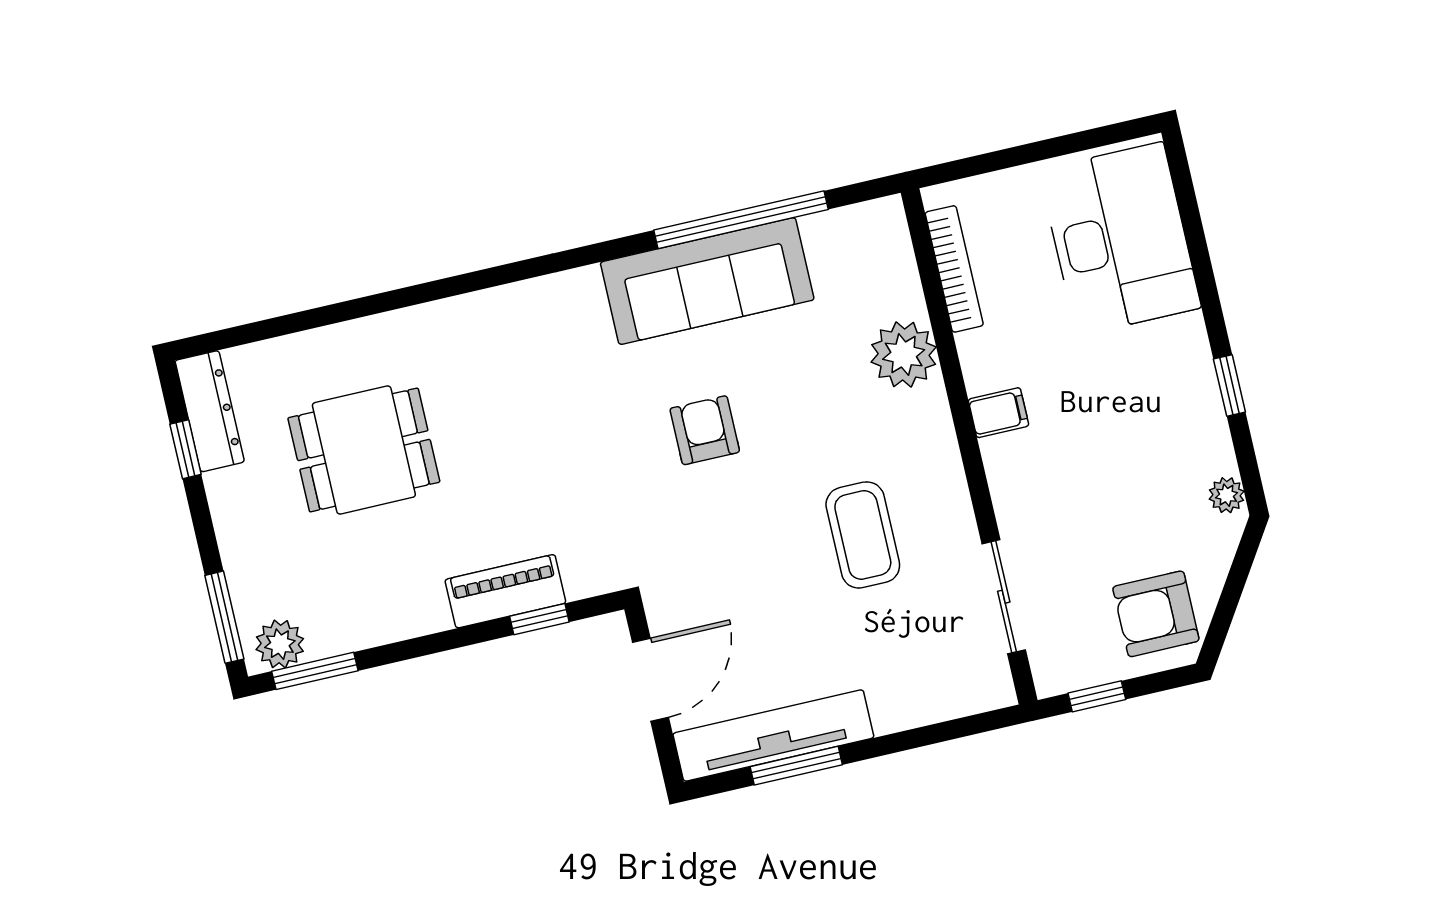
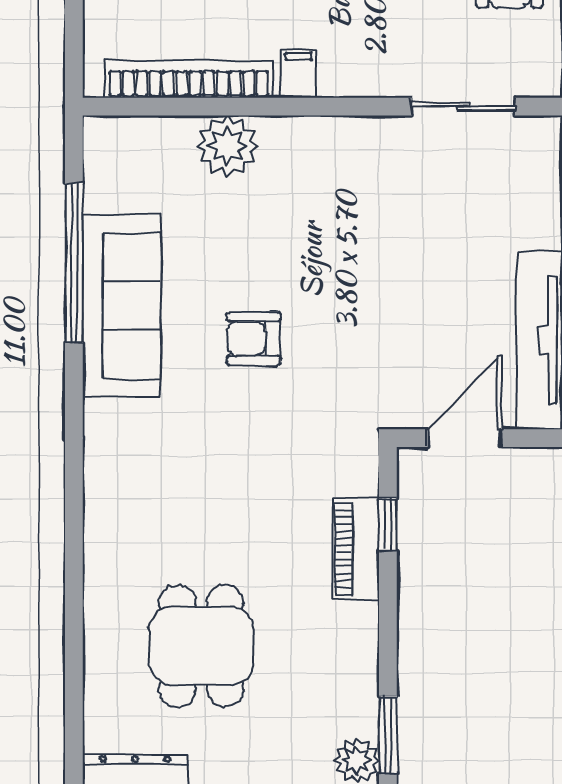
bookcase: (954, 269) -> (189, 79), width x1.48, depth x1.31
coffee table: (863, 535) -> (379, 219), removed
door: (650, 680) -> (465, 438), hinge flipped

